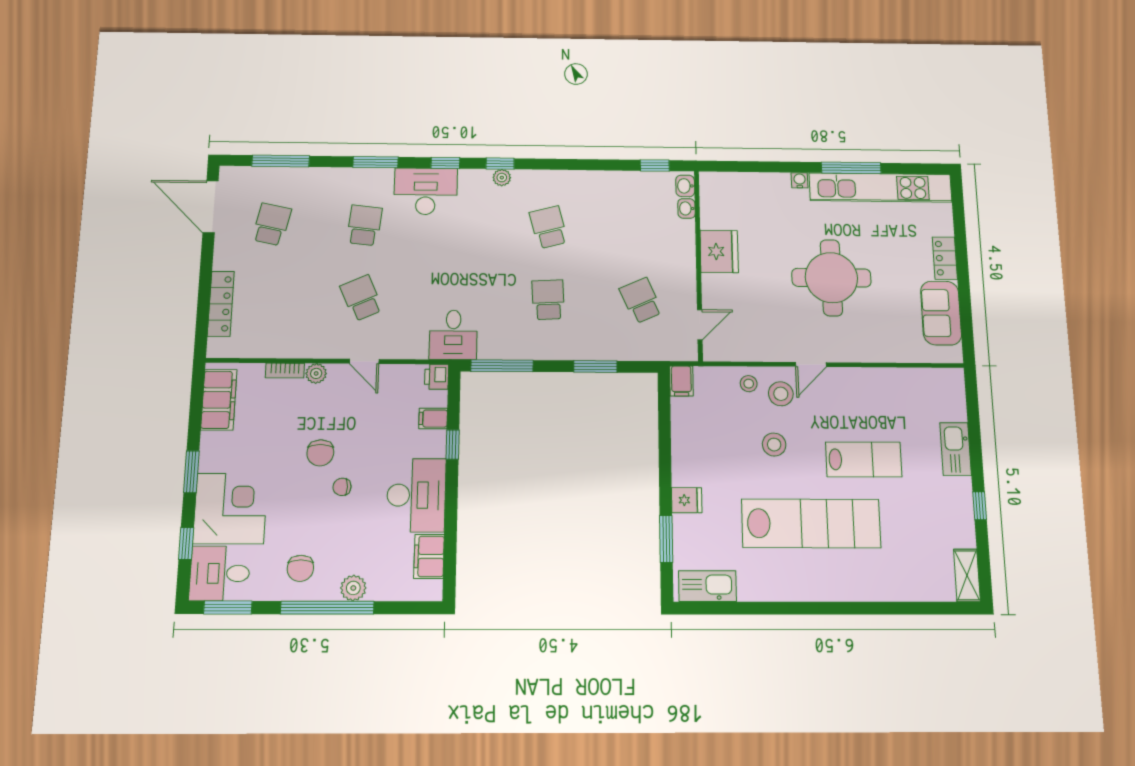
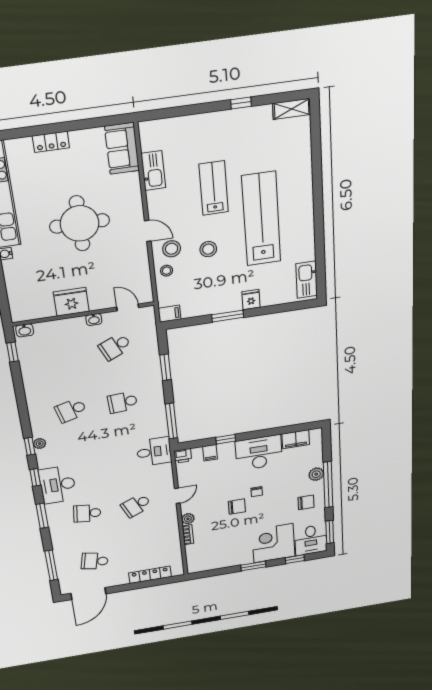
washbasin: (686, 208) -> (94, 320), moved
sofa: (941, 313) -> (122, 148), moved, turned 90
filing cabinet: (219, 400) -> (209, 563), removed
kitchen sink: (956, 449) -> (153, 171), moved, turned -90
window: (666, 539) -> (228, 316), moved

